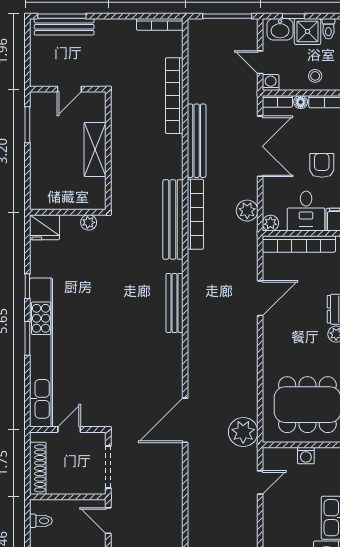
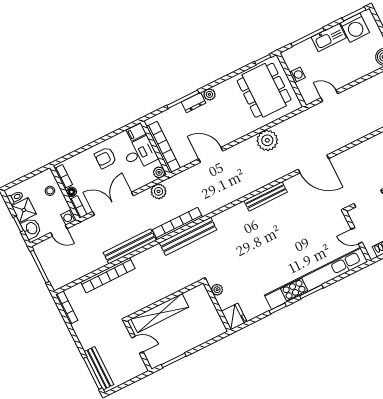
door: (260, 62) -> (59, 231), hinge flipped
shelving: (95, 149) -> (160, 313), width x1.47
bench: (175, 303) -> (266, 196), moved
plant: (243, 432) -> (267, 140), moved

